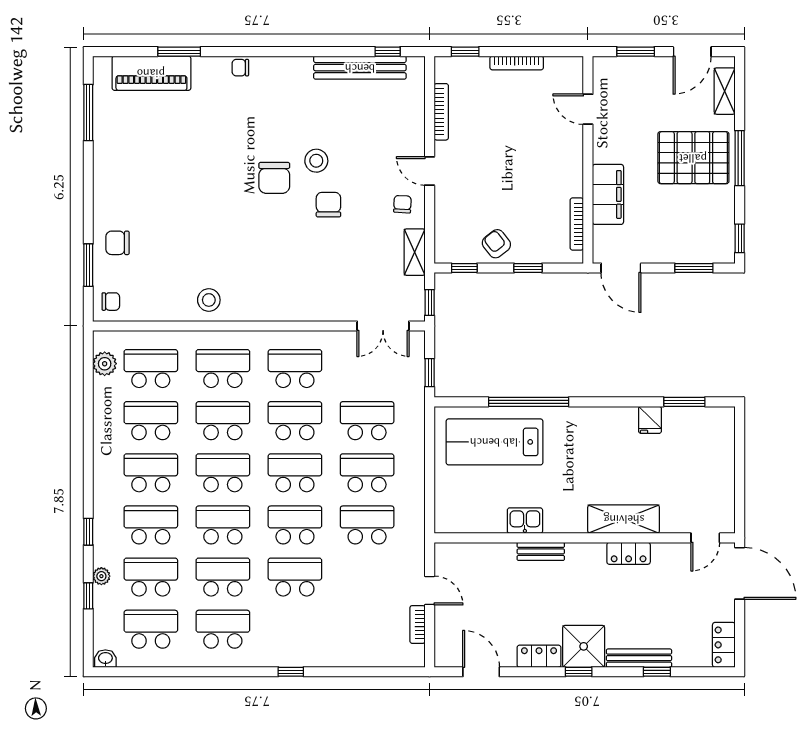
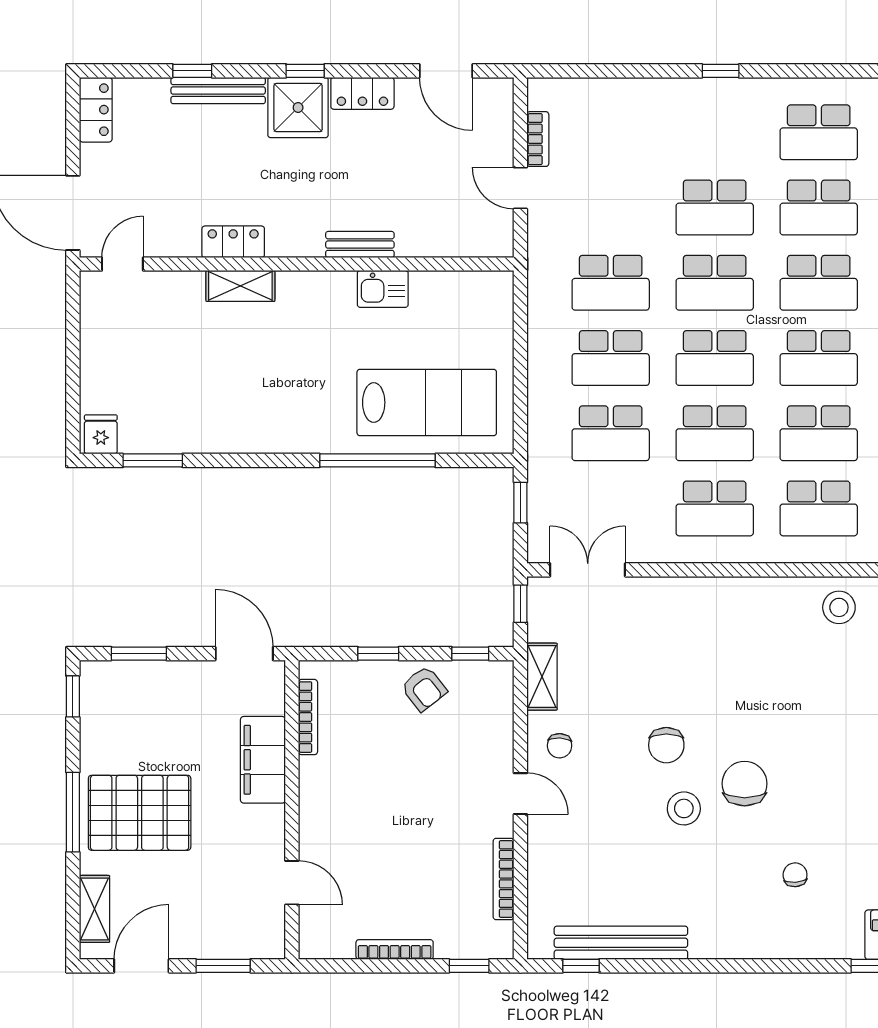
chair: (240, 68) -> (795, 875), moved, turned -95
fridge: (650, 420) -> (101, 434), moved
shelving: (624, 519) -> (240, 286), width x0.67, depth x0.75

